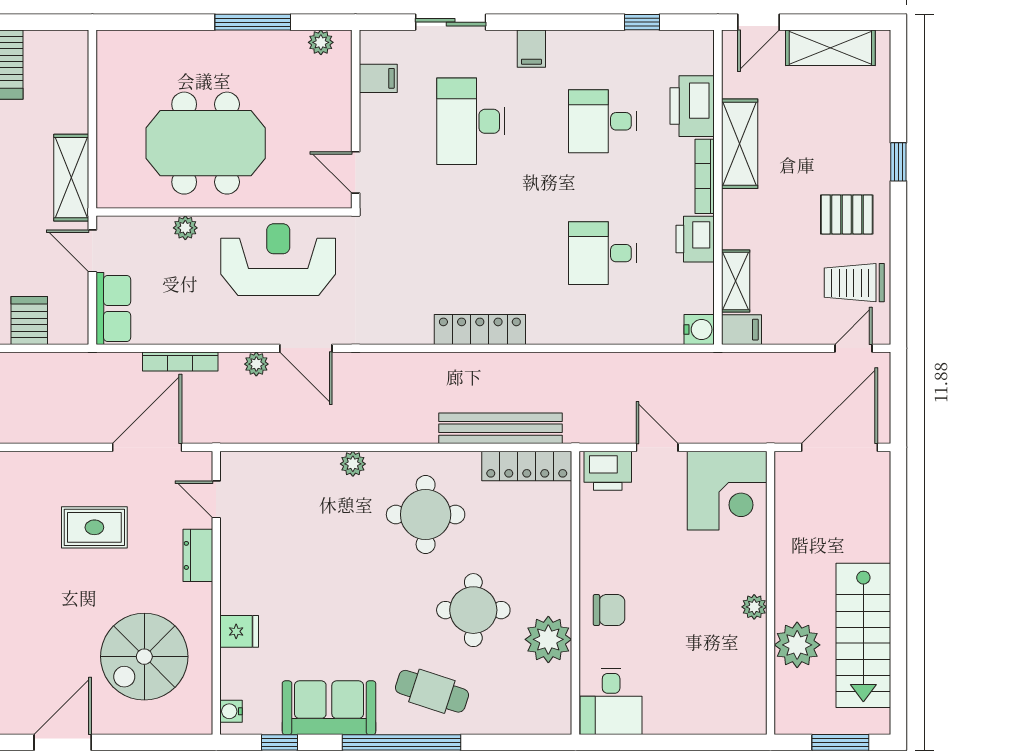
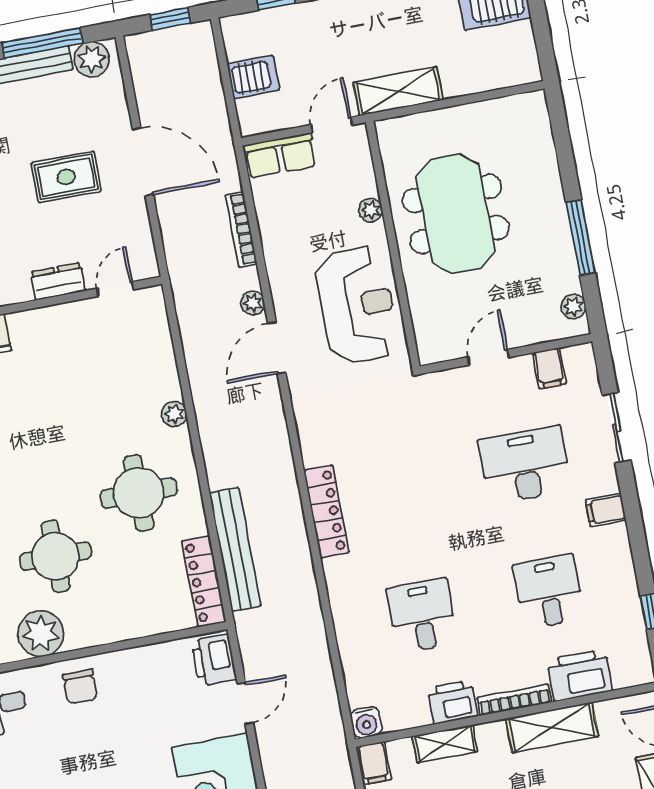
door: (356, 172) -> (488, 357), moved
shelving: (736, 281) -> (445, 744), moved
door: (147, 447) -> (143, 162), moved
rug: (94, 527) -> (66, 177), turned 90

